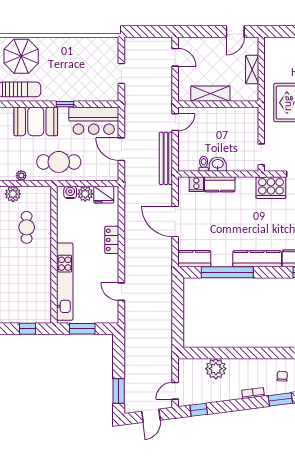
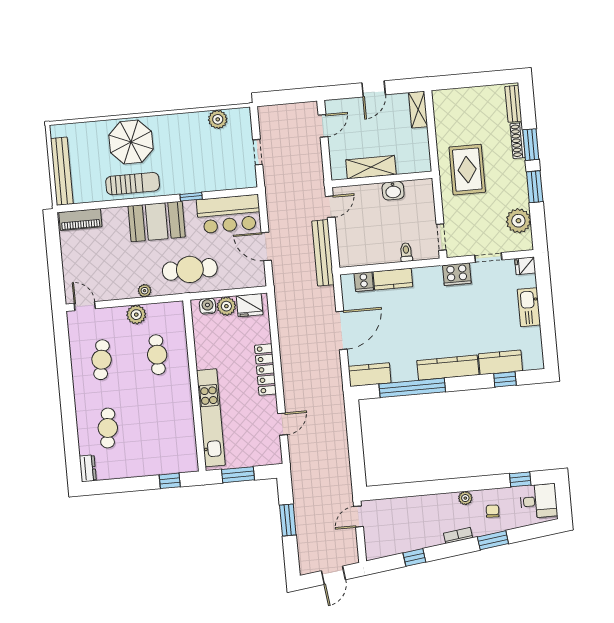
door: (235, 31) -> (374, 89), moved
plant: (92, 44) -> (218, 119), added
door: (175, 57) -> (323, 126), hinge flipped
shelving: (252, 70) -> (418, 110), moved
toilet: (204, 164) -> (406, 252), moved
washbasin: (218, 164) -> (393, 191), moved, turned 180
cooker: (271, 188) -> (457, 274), width x0.73, depth x0.76
door: (175, 221) -> (342, 330), swing flipped
locker: (112, 240) -> (265, 370), width x1.53
door: (121, 292) -> (282, 424), swing flipped
plant: (216, 369) -> (465, 498), moved, width x0.53, depth x0.53
window: (119, 391) -> (288, 520), moved
door: (175, 391) -> (358, 517), moved
window: (199, 410) -> (414, 557), moved

